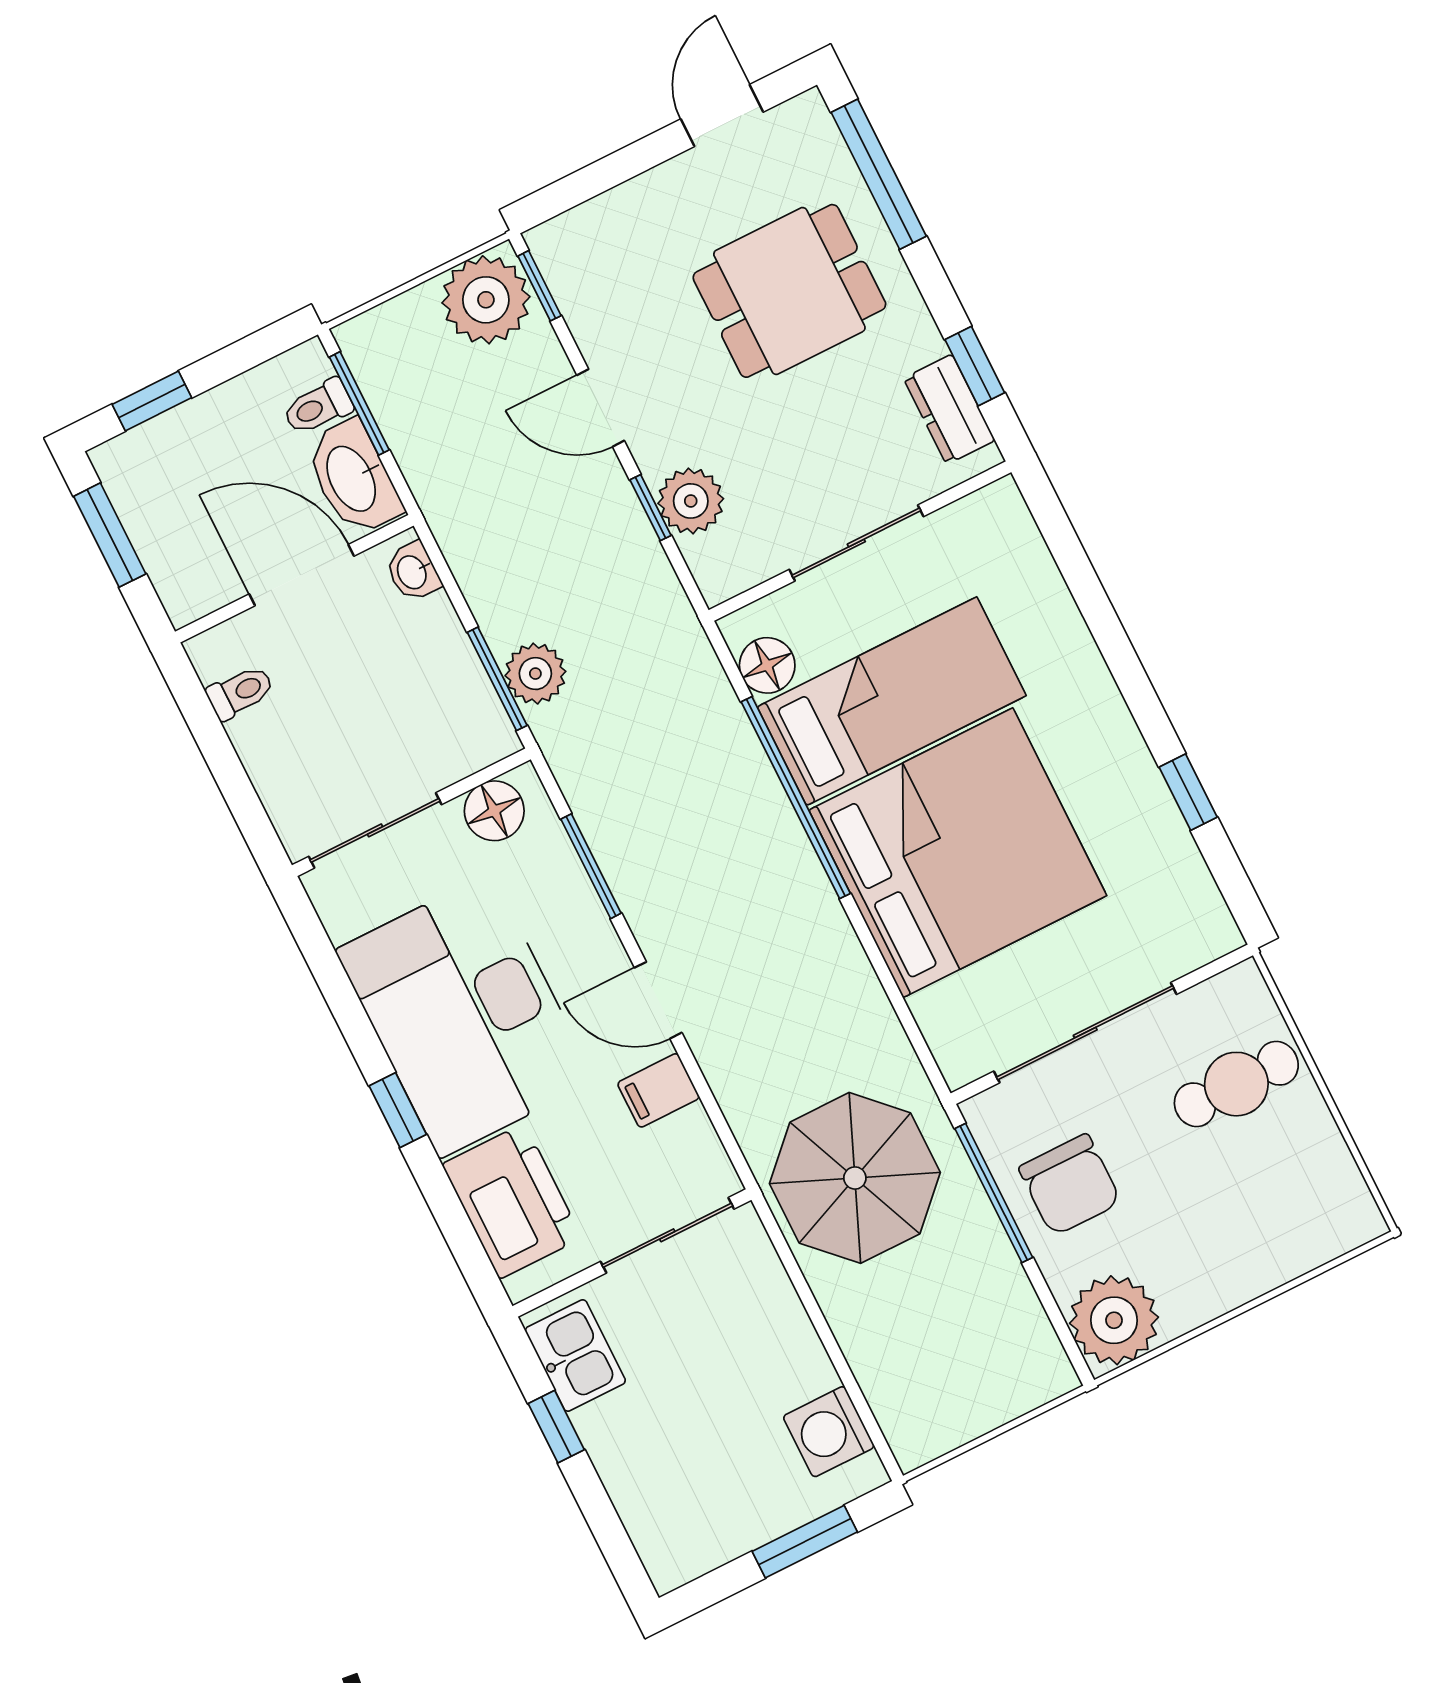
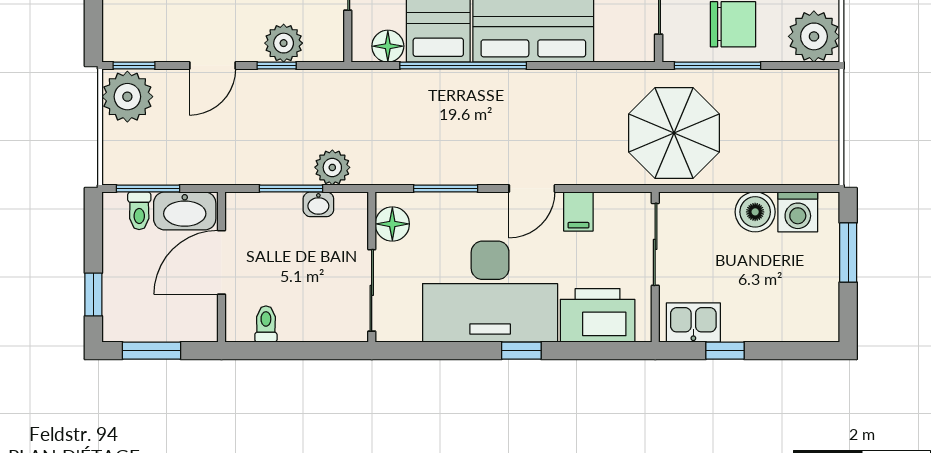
washbasin: (413, 572) -> (318, 204), moved
window: (497, 679) -> (291, 188), moved
boiler: (795, 1365) -> (755, 212), added

